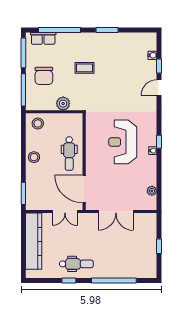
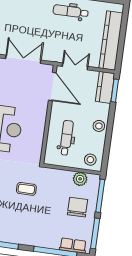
coffee table: (84, 68) -> (26, 189), moved
plant: (63, 104) -> (80, 179), moved
dental chair: (69, 154) -> (66, 138), moved
kitchen counter: (33, 195) -> (105, 87), added

